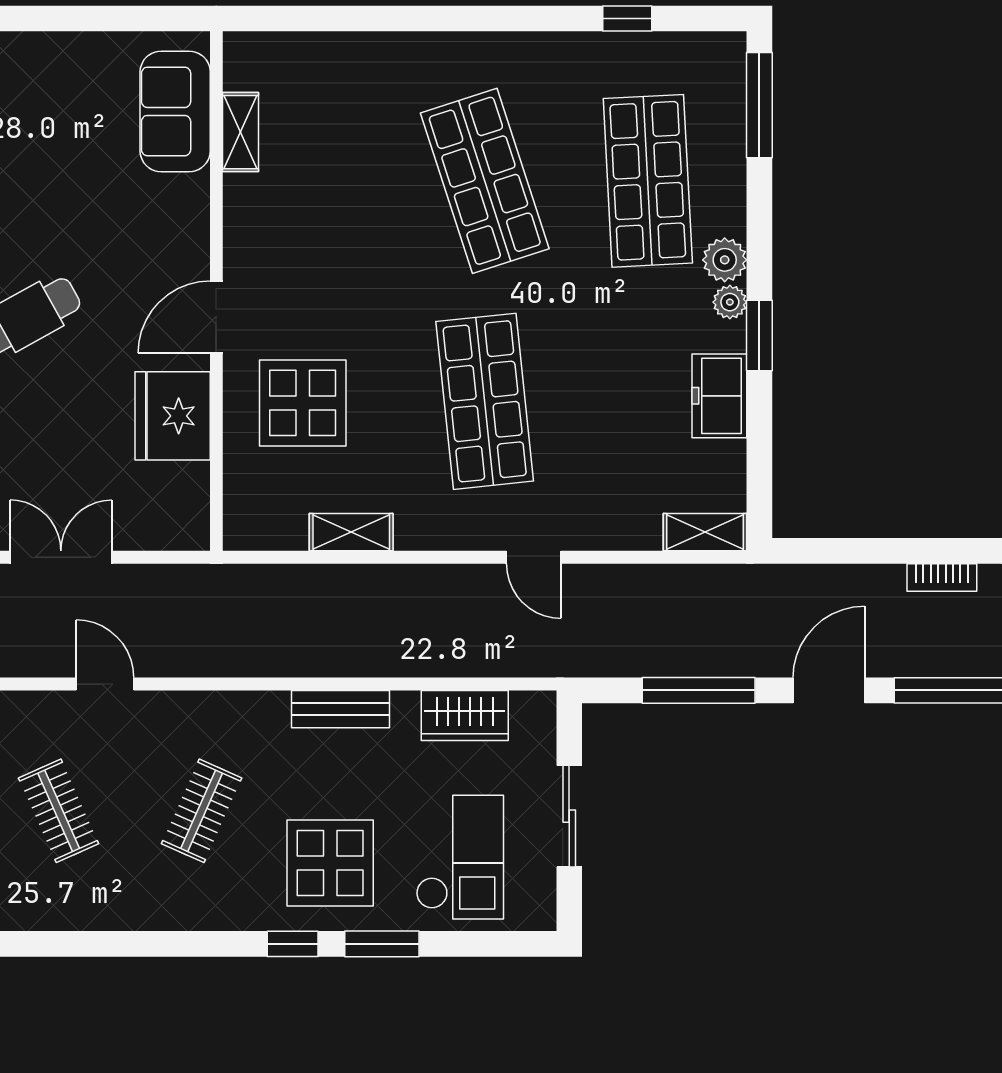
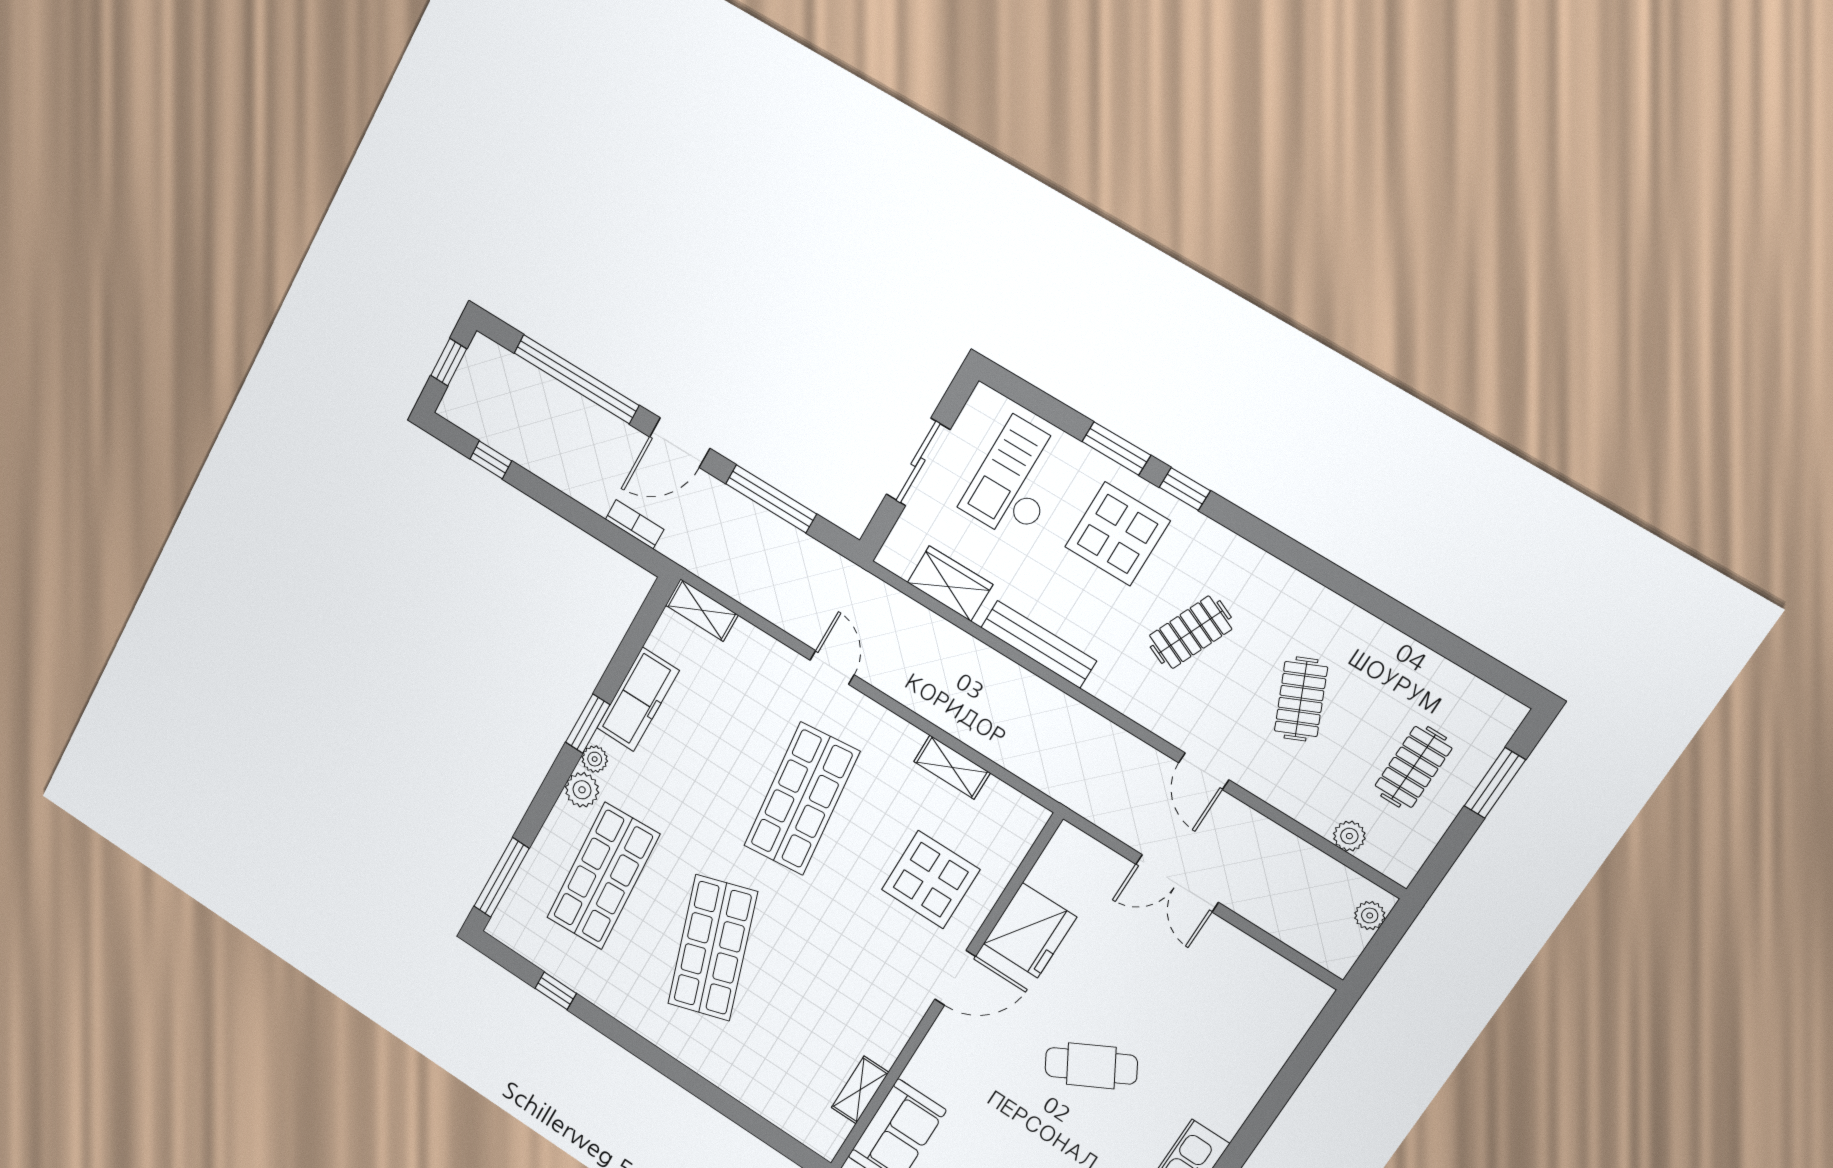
freezer: (719, 396) -> (638, 699), width x1.40
bookcase: (942, 578) -> (635, 524), moved
bench: (340, 709) -> (1039, 644), width x1.36

